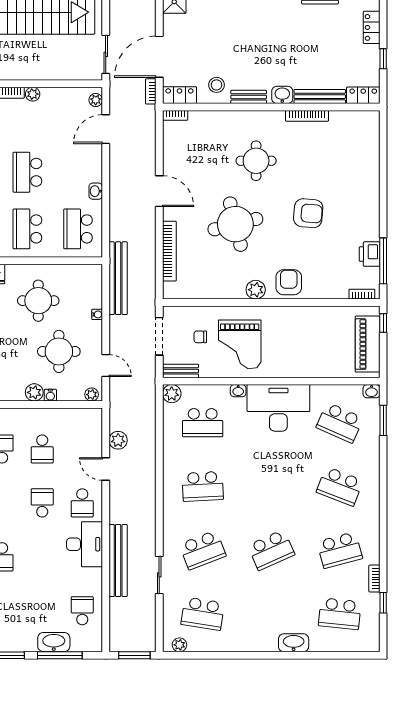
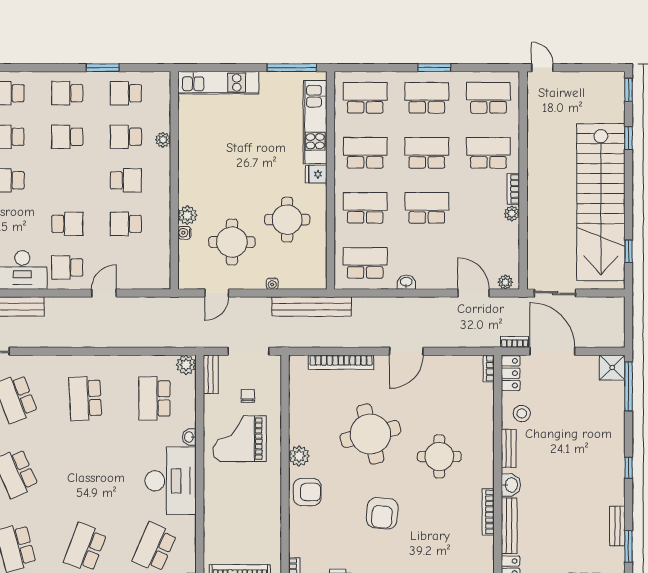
plant: (92, 395) -> (185, 278), removed
plant: (118, 440) -> (135, 306), removed

